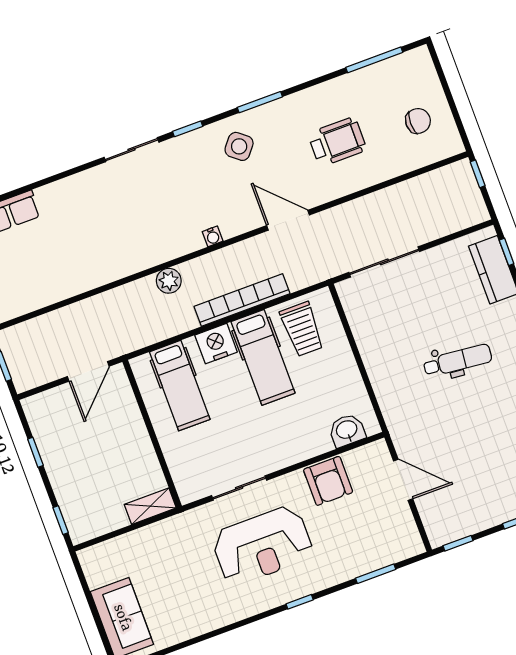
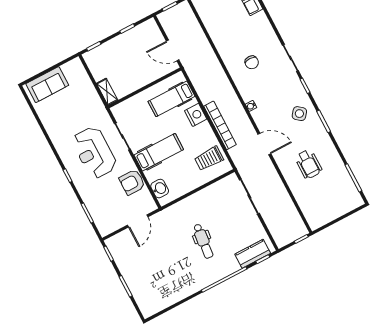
chair: (418, 121) -> (252, 62), moved
door: (288, 220) -> (264, 144), hinge flipped
plant: (169, 281) -> (225, 86), removed
hospital bed: (263, 357) -> (159, 152), moved, turned 180

